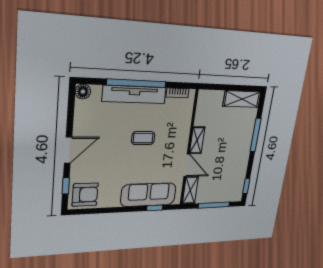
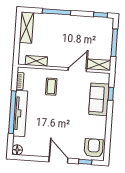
coffee table: (143, 138) -> (51, 87), moved
shelving: (197, 140) -> (36, 61), moved
sofa: (149, 195) -> (99, 99), width x0.73

